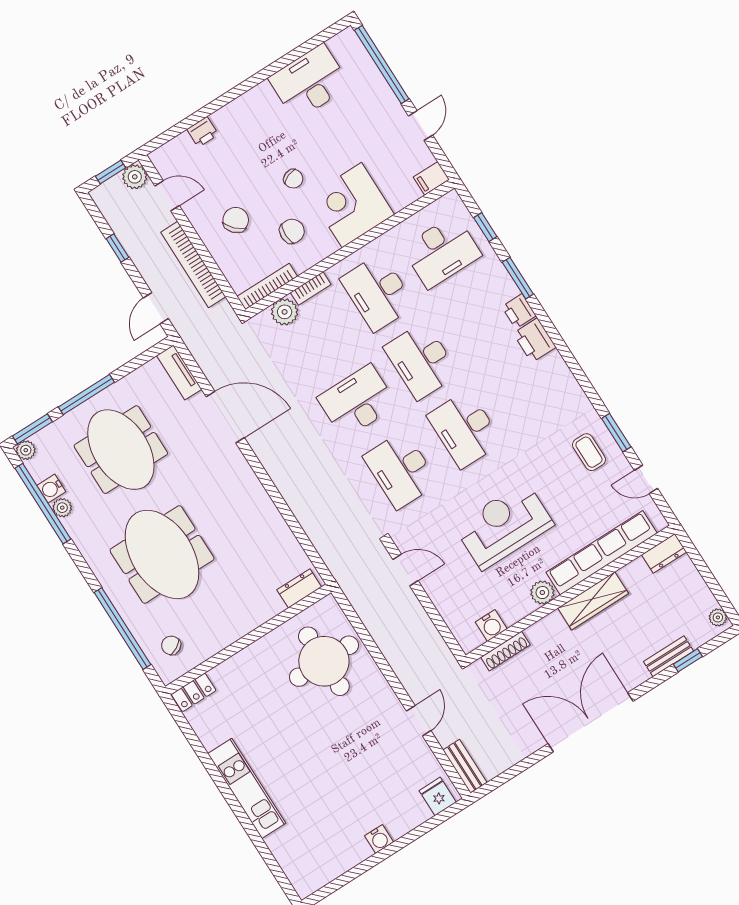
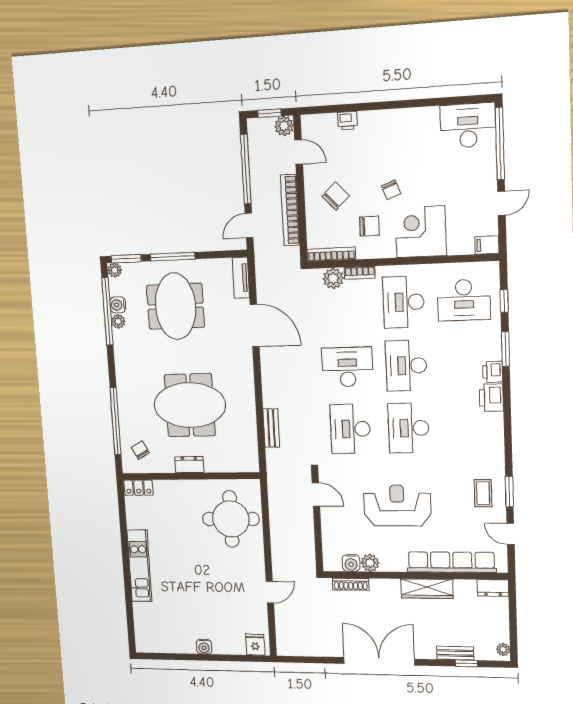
desk: (309, 82) -> (468, 126), moved
window: (117, 248) -> (246, 169), width x3.17
meeting table: (162, 554) -> (190, 405), moved, turned 90
dresser: (299, 588) -> (189, 465), moved
plant: (542, 593) -> (370, 563), moved
bench: (465, 766) -> (271, 428), moved

